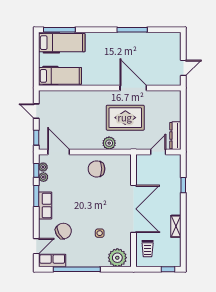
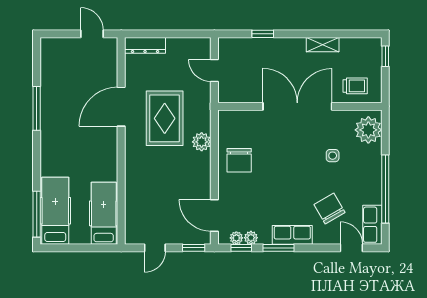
dresser: (175, 136) -> (145, 45), moved
door: (59, 152) -> (214, 215), hinge flipped

